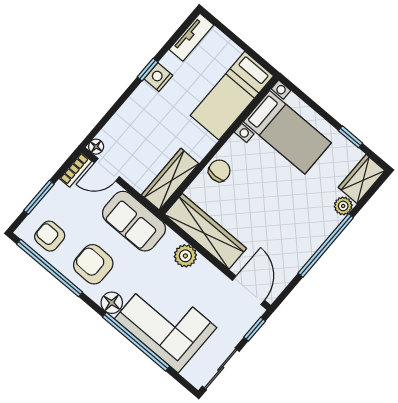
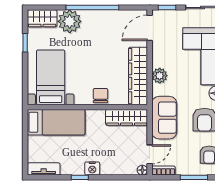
nightstand: (158, 77) -> (92, 168), moved
door: (107, 170) -> (150, 154), hinge flipped
chair: (219, 171) -> (100, 96), turned 90
plant: (343, 206) -> (70, 21), width x1.88, depth x1.88

